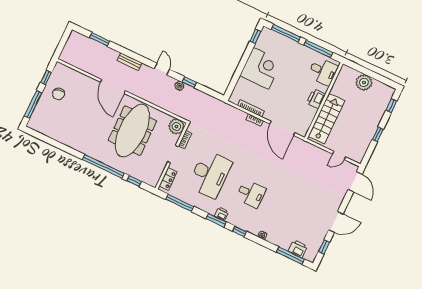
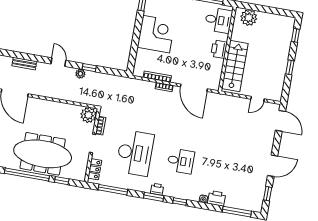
plant: (364, 82) -> (249, 18), moved
meeting table: (132, 131) -> (43, 154), moved, turned 90
printer: (298, 249) -> (217, 198), moved

